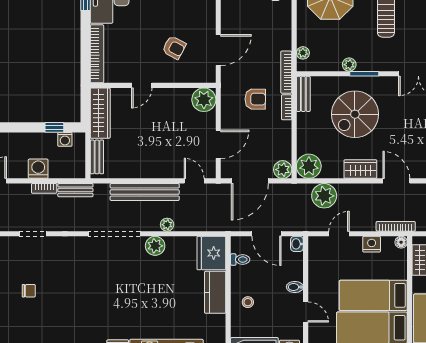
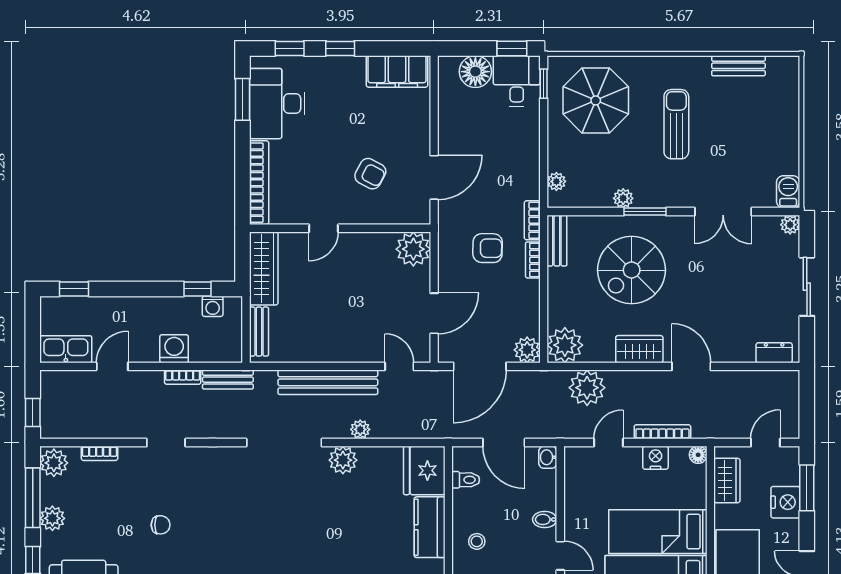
bookcase: (286, 72) -> (532, 220), width x0.64
bookcase: (396, 226) -> (662, 432), moved

